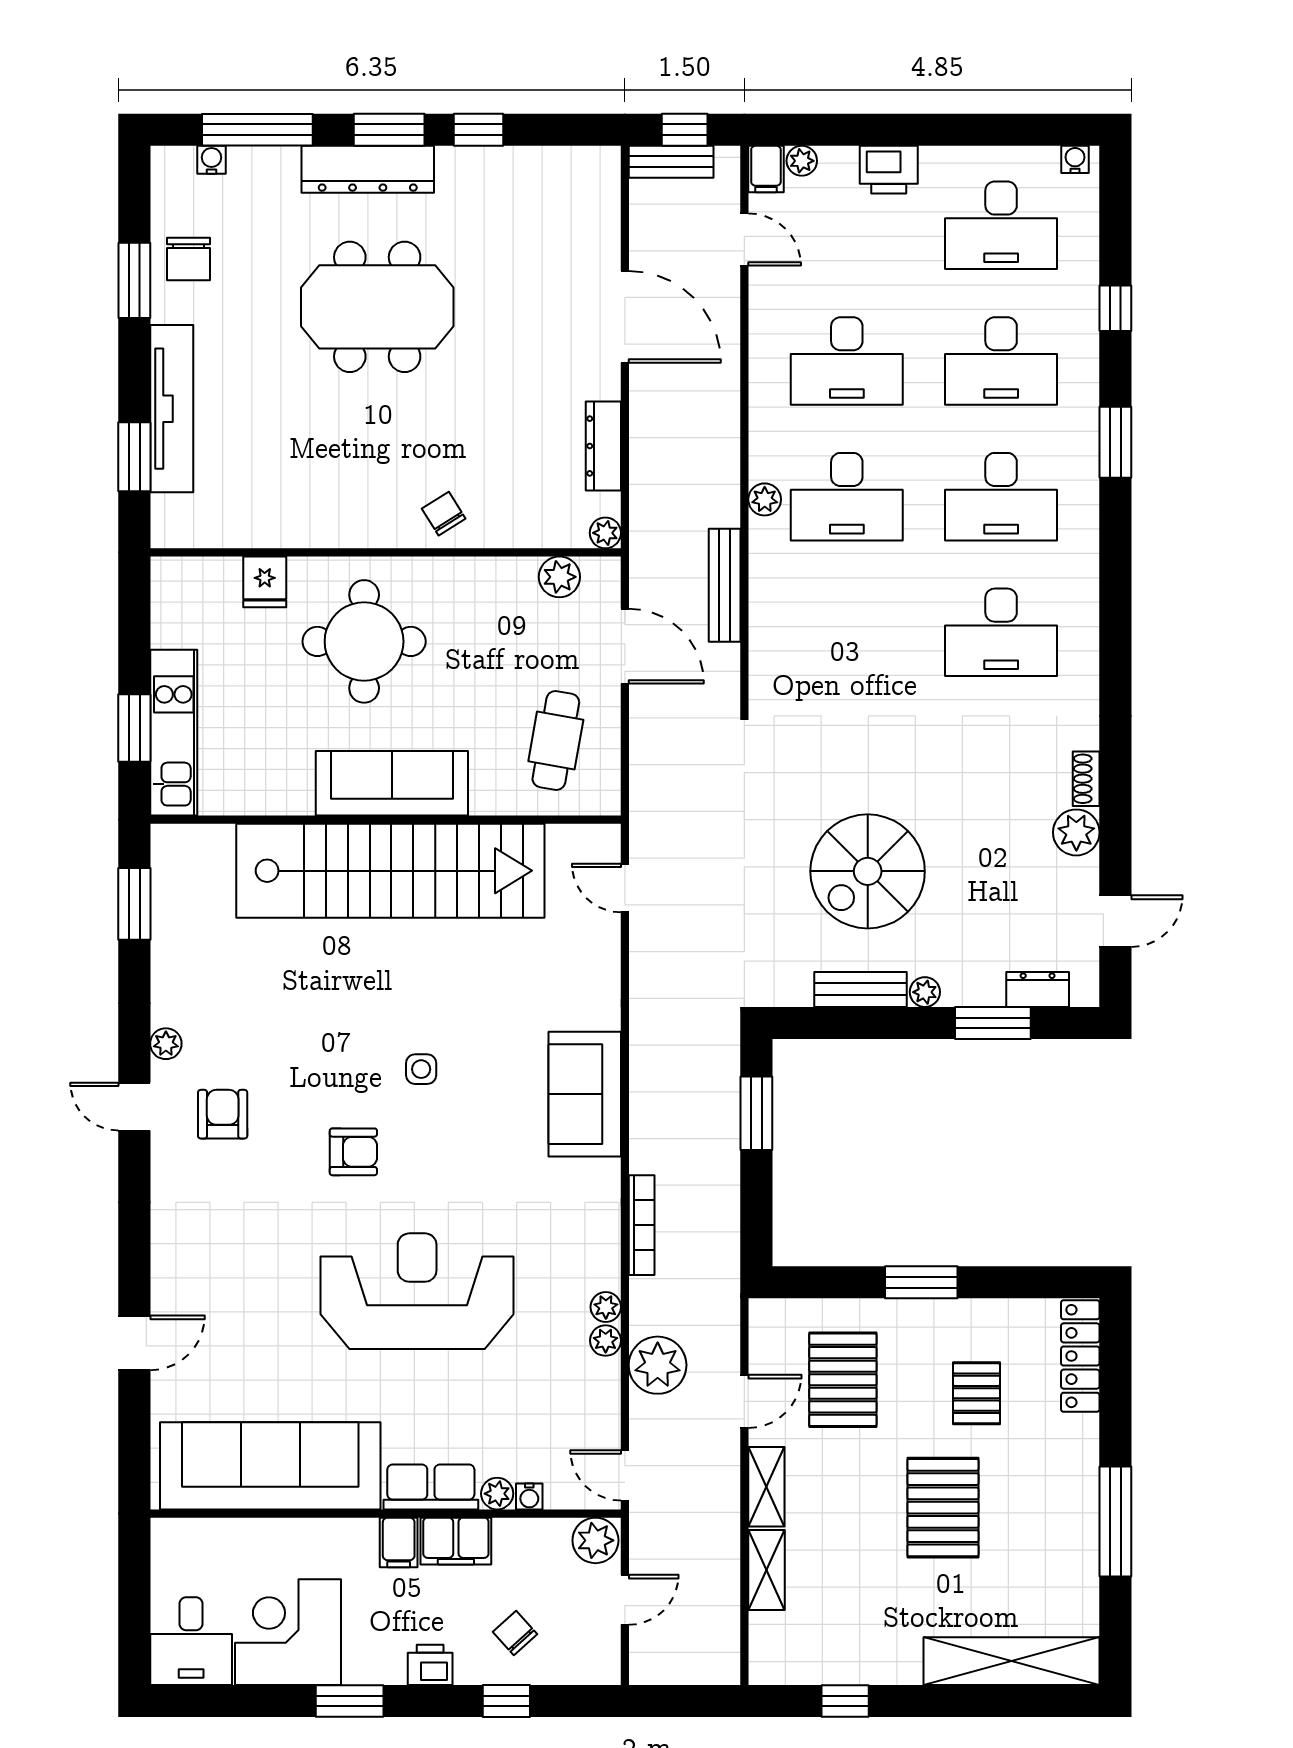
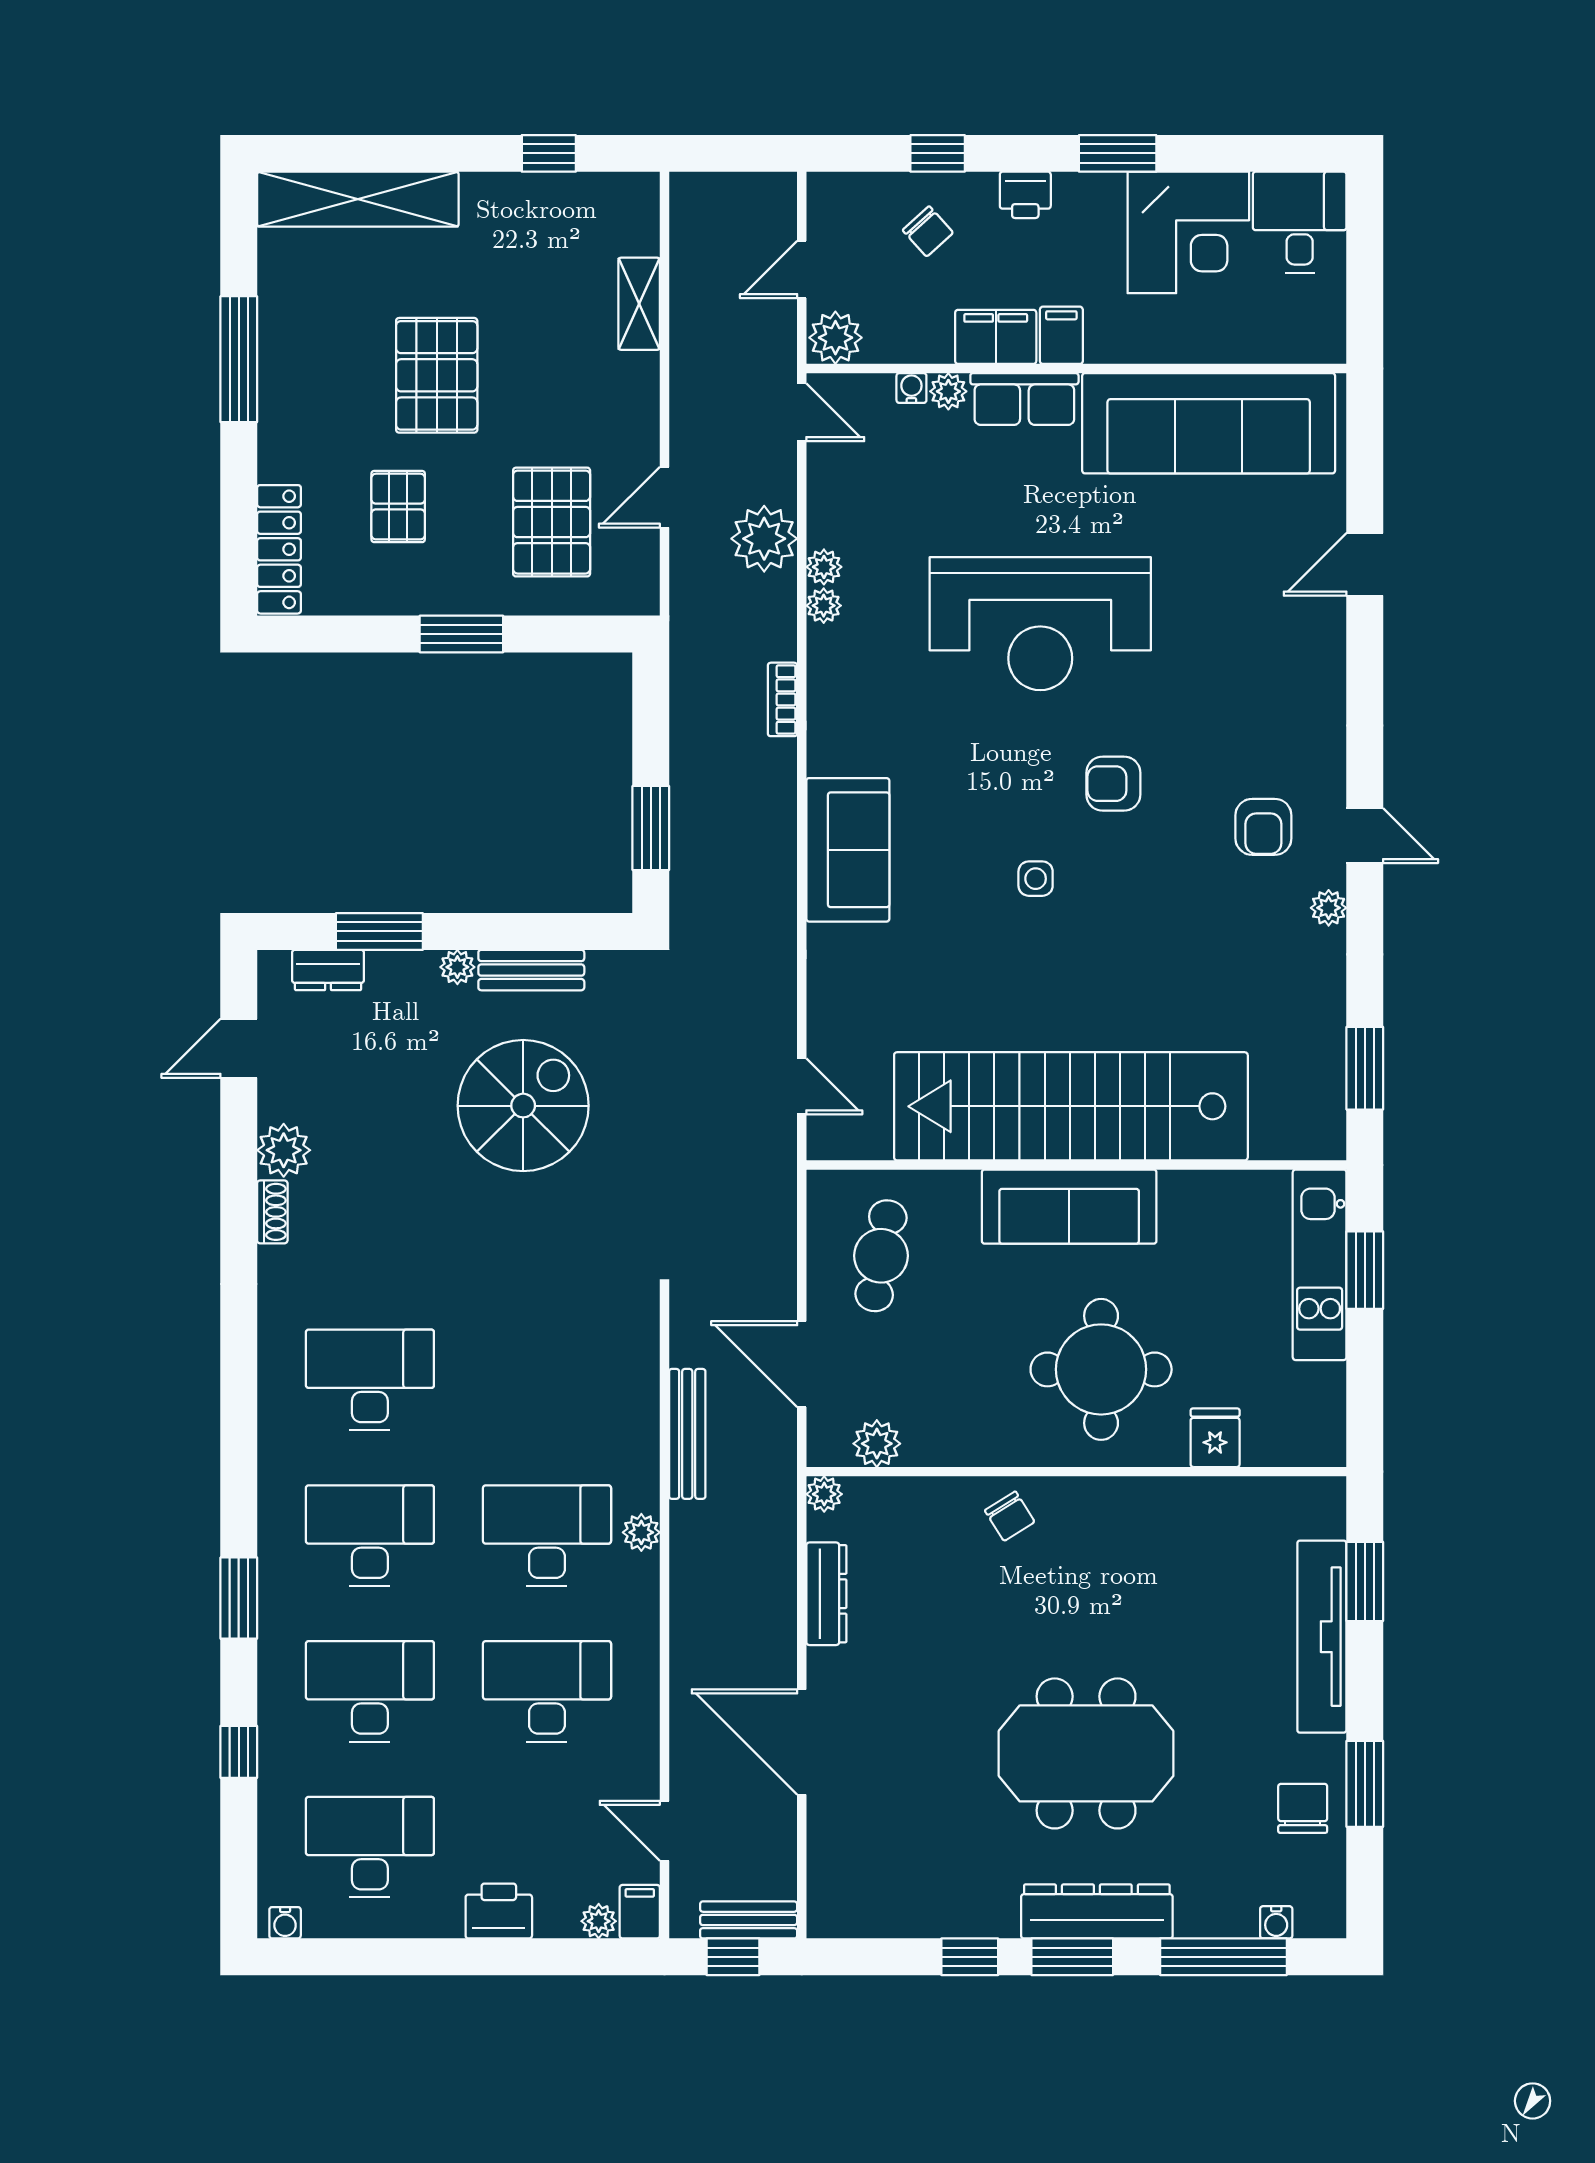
bookcase: (642, 1225) -> (782, 699), width x0.64
shelving: (766, 1487) -> (639, 399), removed

